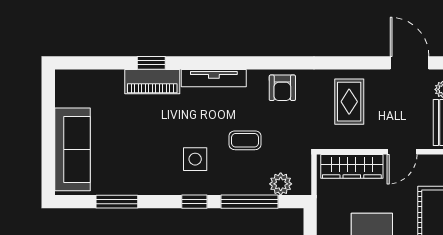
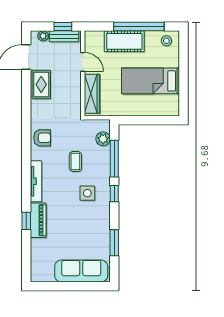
rug: (349, 102) -> (41, 84), moved, turned 90

